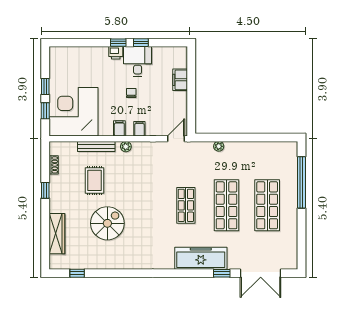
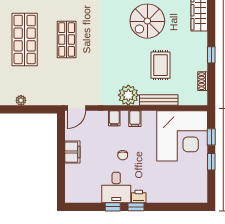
filing cabinet: (180, 80) -> (72, 152), moved
plant: (219, 146) -> (21, 100), moved
plant: (126, 147) -> (128, 95), width x1.88, depth x1.88

